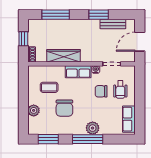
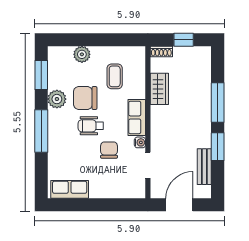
window: (56, 15) -> (218, 102), moved
door: (140, 42) -> (179, 205), hinge flipped
wardrobe: (64, 56) -> (159, 89), width x0.67
wheelchair: (120, 90) -> (91, 126), moved
plant: (93, 128) -> (57, 99), moved

